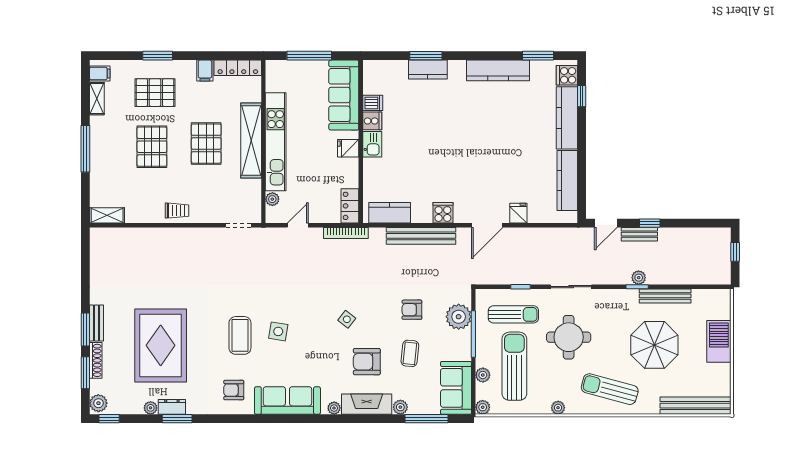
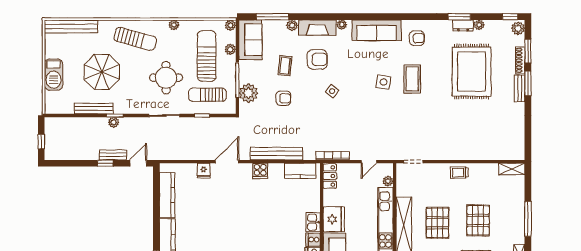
fridge: (348, 148) -> (334, 219), width x1.88, depth x1.34
sun lounger: (514, 366) -> (207, 56), turned 180

